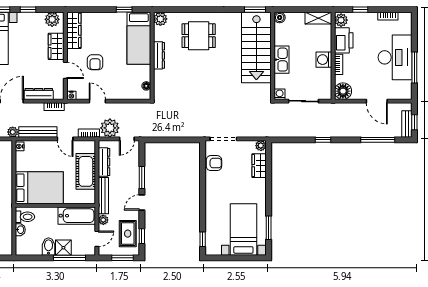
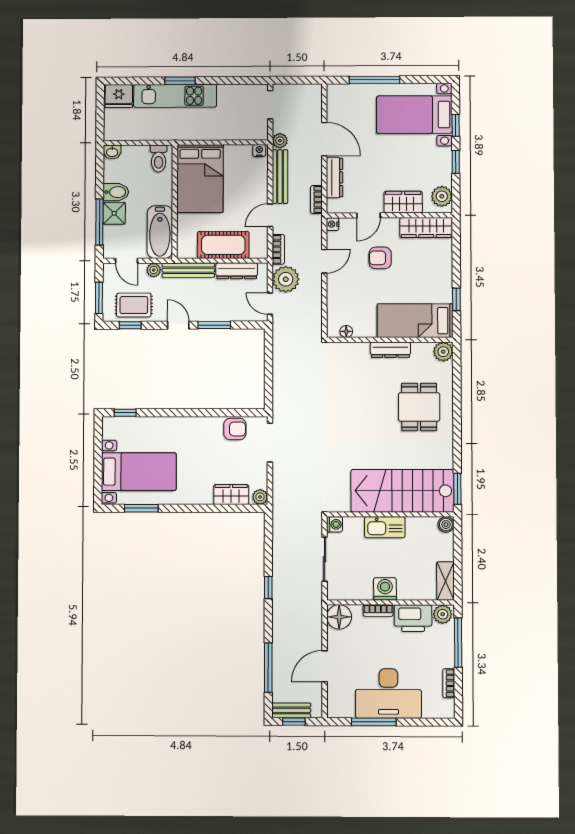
window: (360, 10) -> (458, 643), width x2.17
armchair: (214, 163) -> (235, 429), turned -90
washbasin: (20, 230) -> (112, 152), moved

